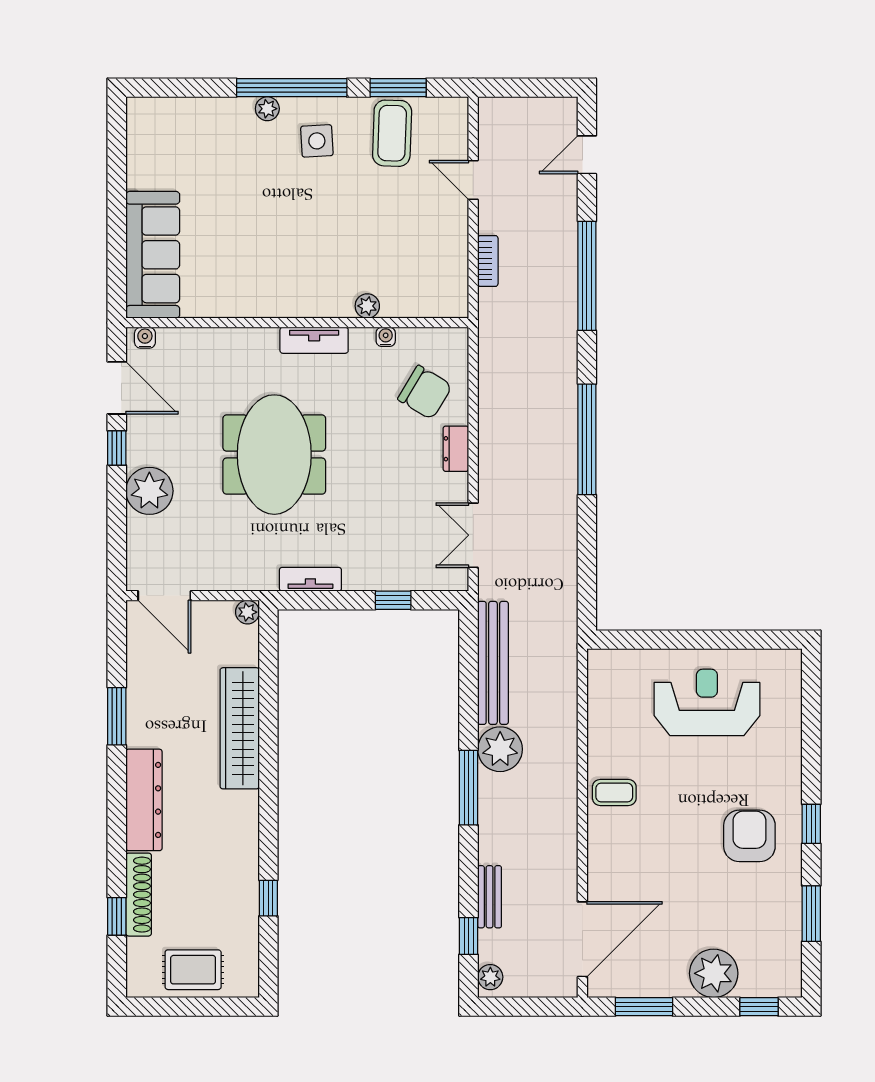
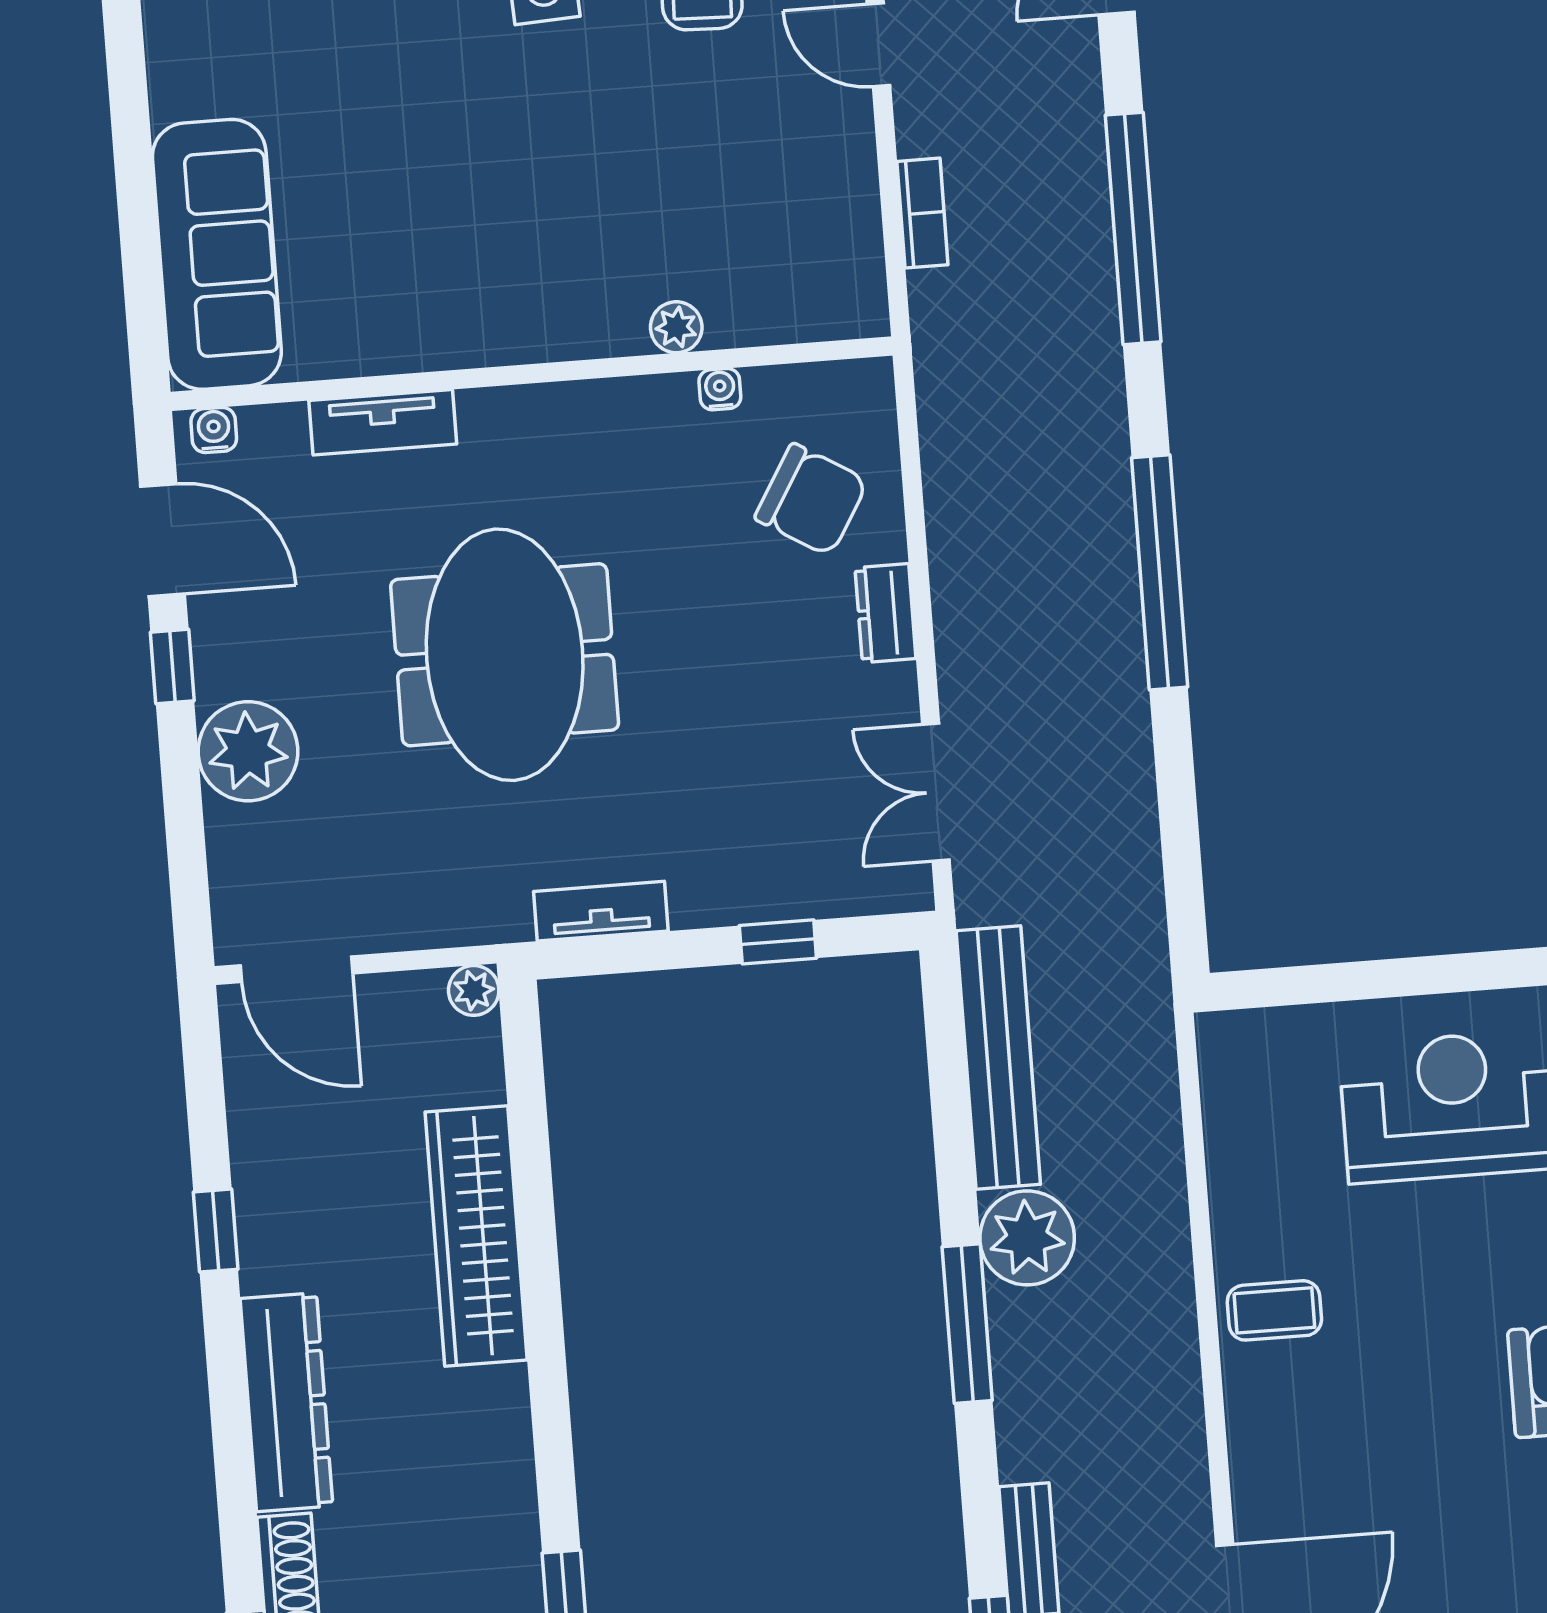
tv unit: (314, 340) -> (383, 422), moved
window: (117, 716) -> (216, 1231), width x0.67

